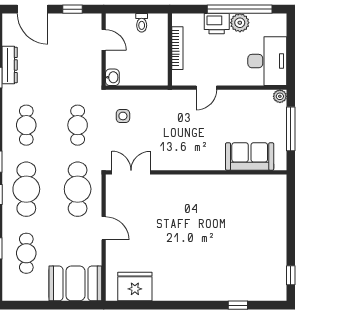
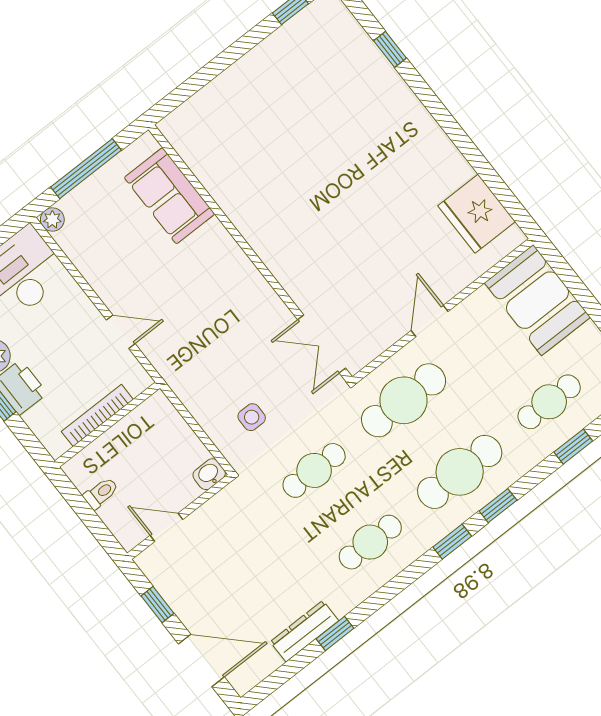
door: (33, 9) -> (201, 660), hinge flipped
door: (104, 40) -> (166, 527), hinge flipped

